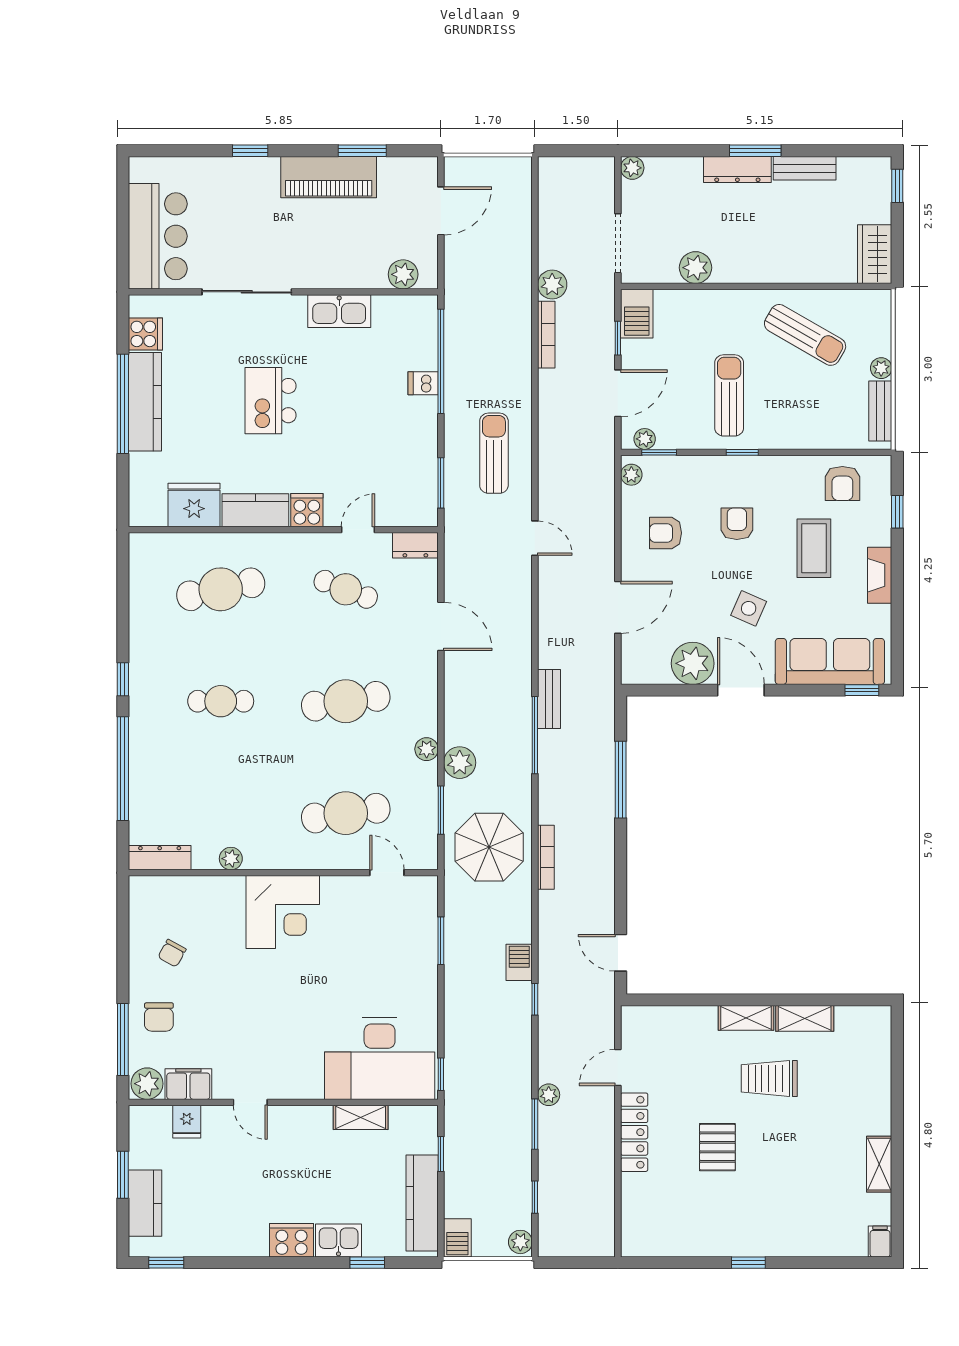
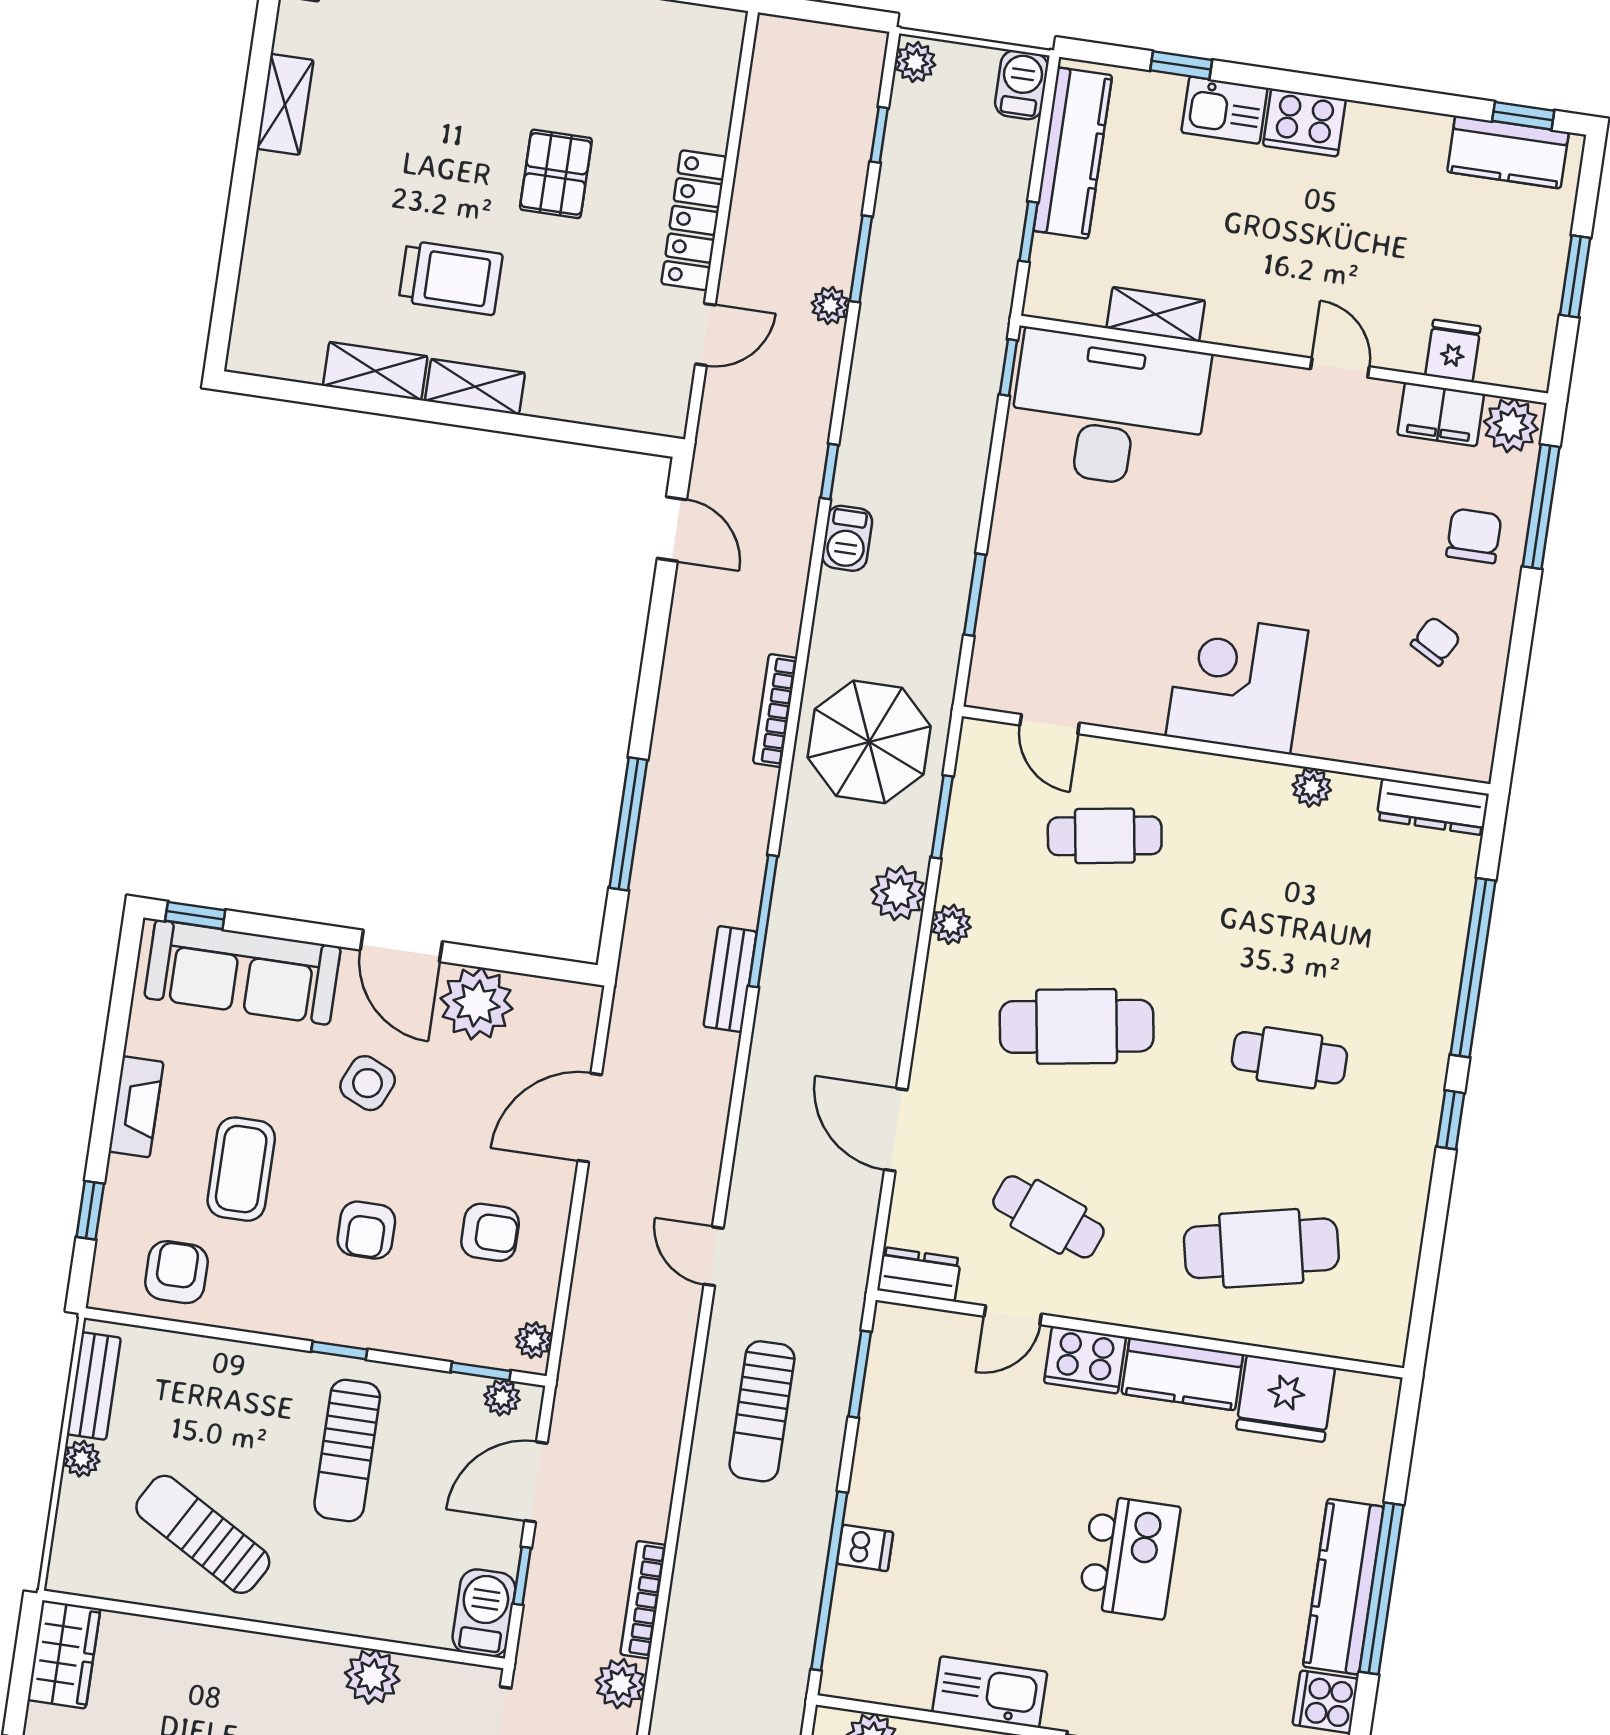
cooker: (307, 510) -> (1085, 1360), width x1.36
cafe table: (346, 813) -> (1105, 836), width x0.73, depth x0.74
kitchen counter: (145, 1203) -> (1508, 152), moved, turned -90

